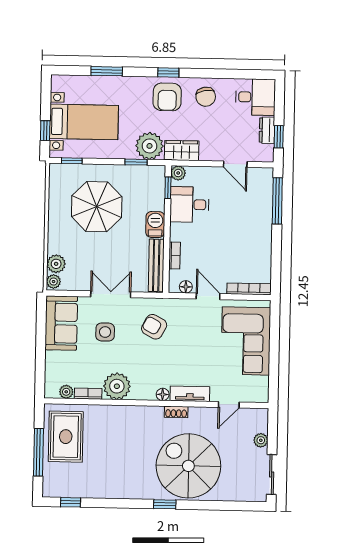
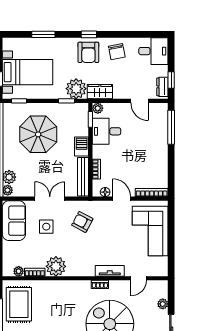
dresser: (267, 130) -> (162, 87), moved
floor lamp: (163, 394) -> (90, 272), removed

